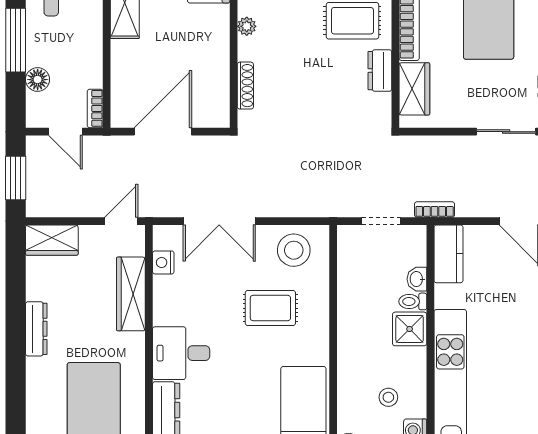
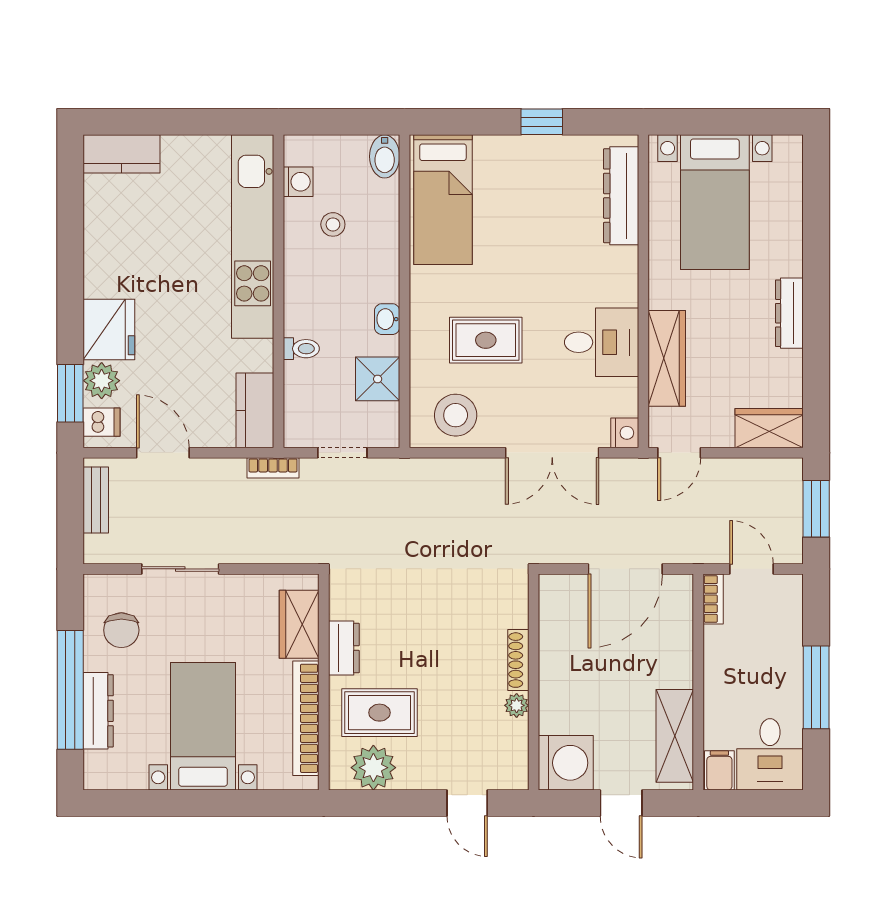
floor lamp: (38, 80) -> (788, 636), removed
shoe rack: (245, 86) -> (518, 660), moved
double door: (219, 221) -> (552, 453), swing flipped
nightstand: (163, 262) -> (625, 433), moved
washbasin: (417, 279) -> (387, 319), moved, turned 180
shower: (410, 329) -> (378, 379), moved
desk: (181, 353) -> (602, 342), moved

